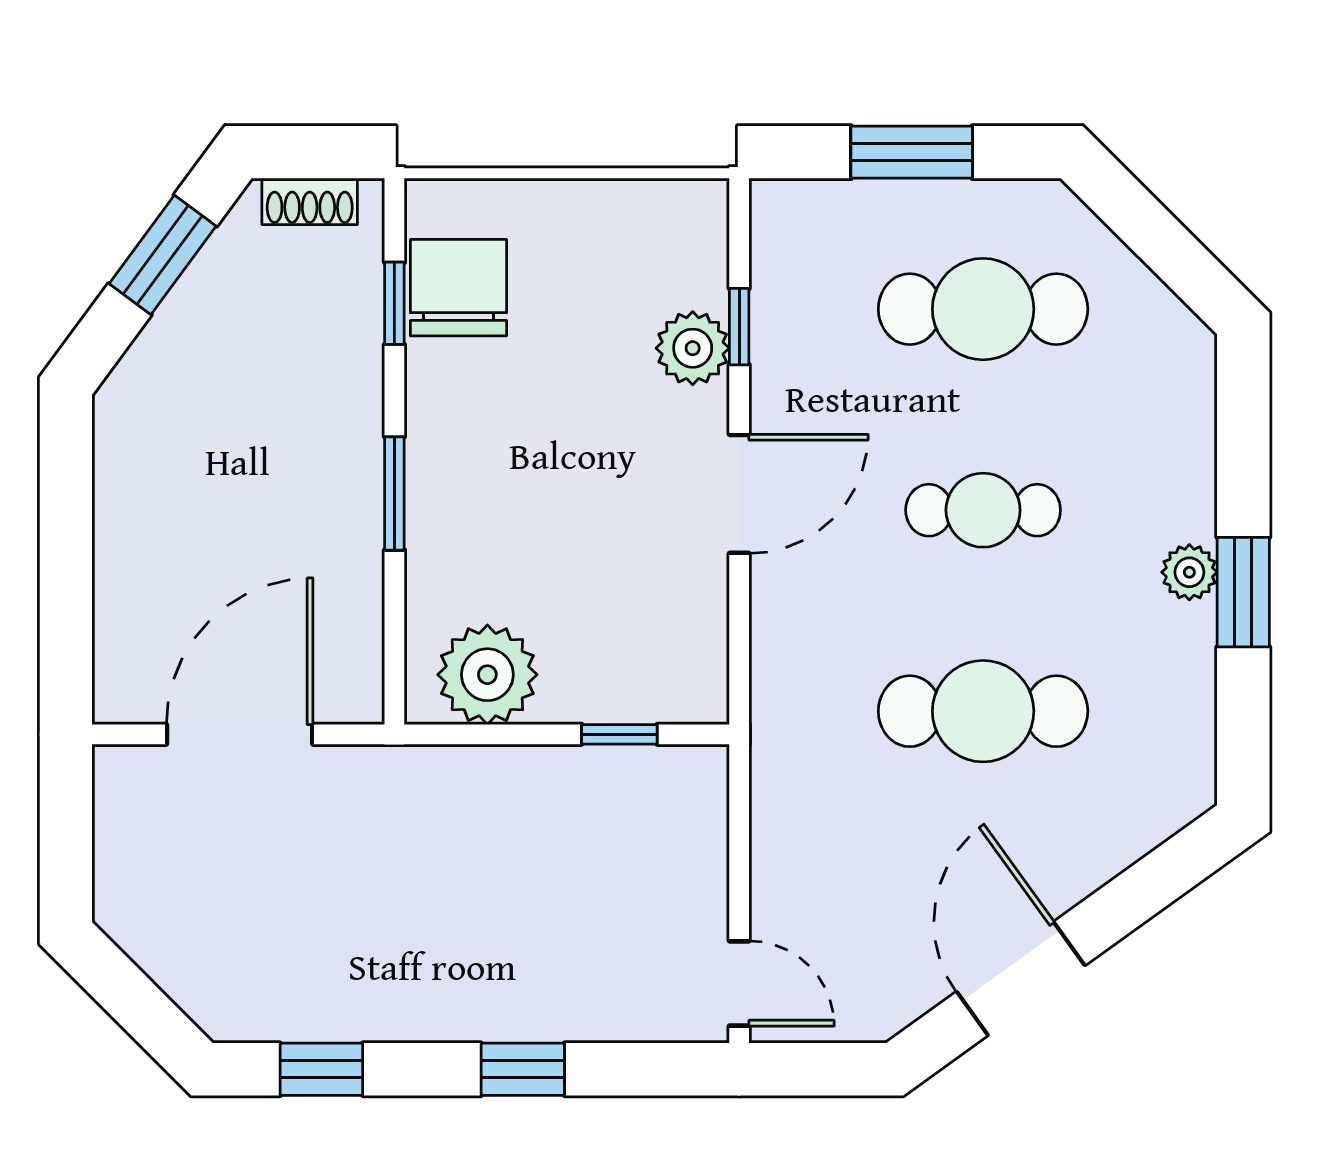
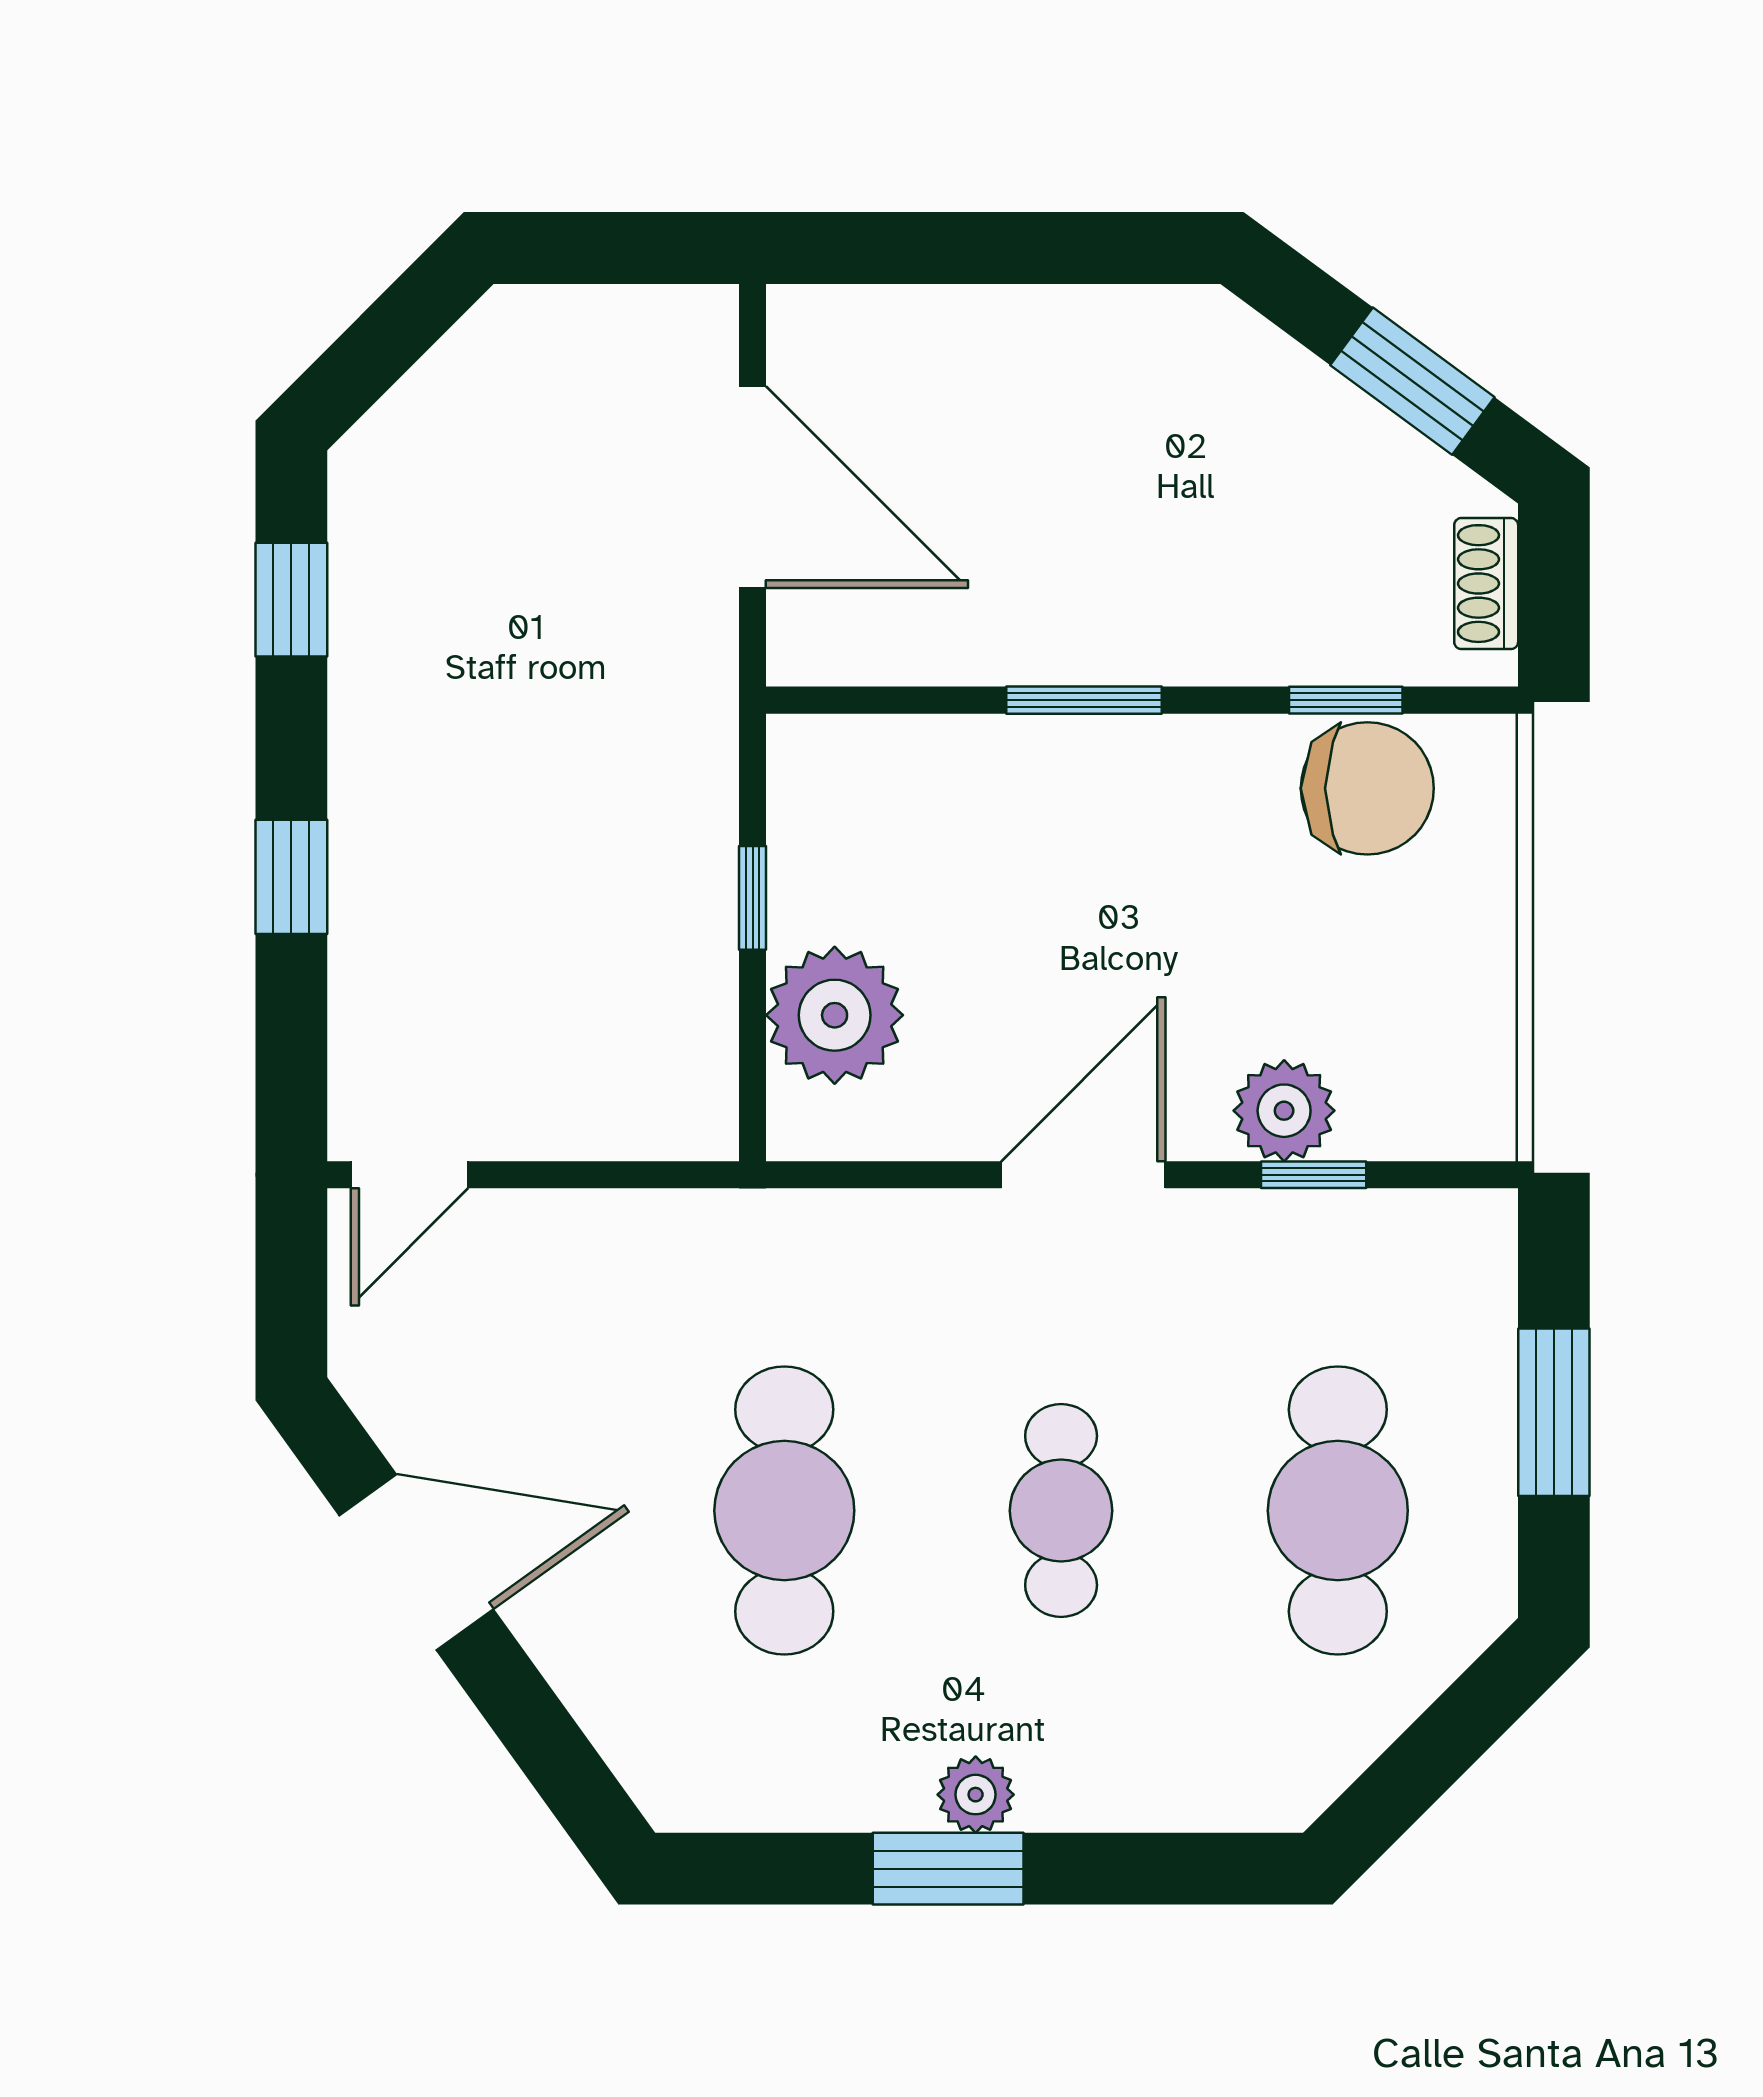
door: (739, 494) -> (1083, 1175), swing flipped
plant: (487, 675) -> (835, 1015), moved
window: (619, 734) -> (753, 898), moved

